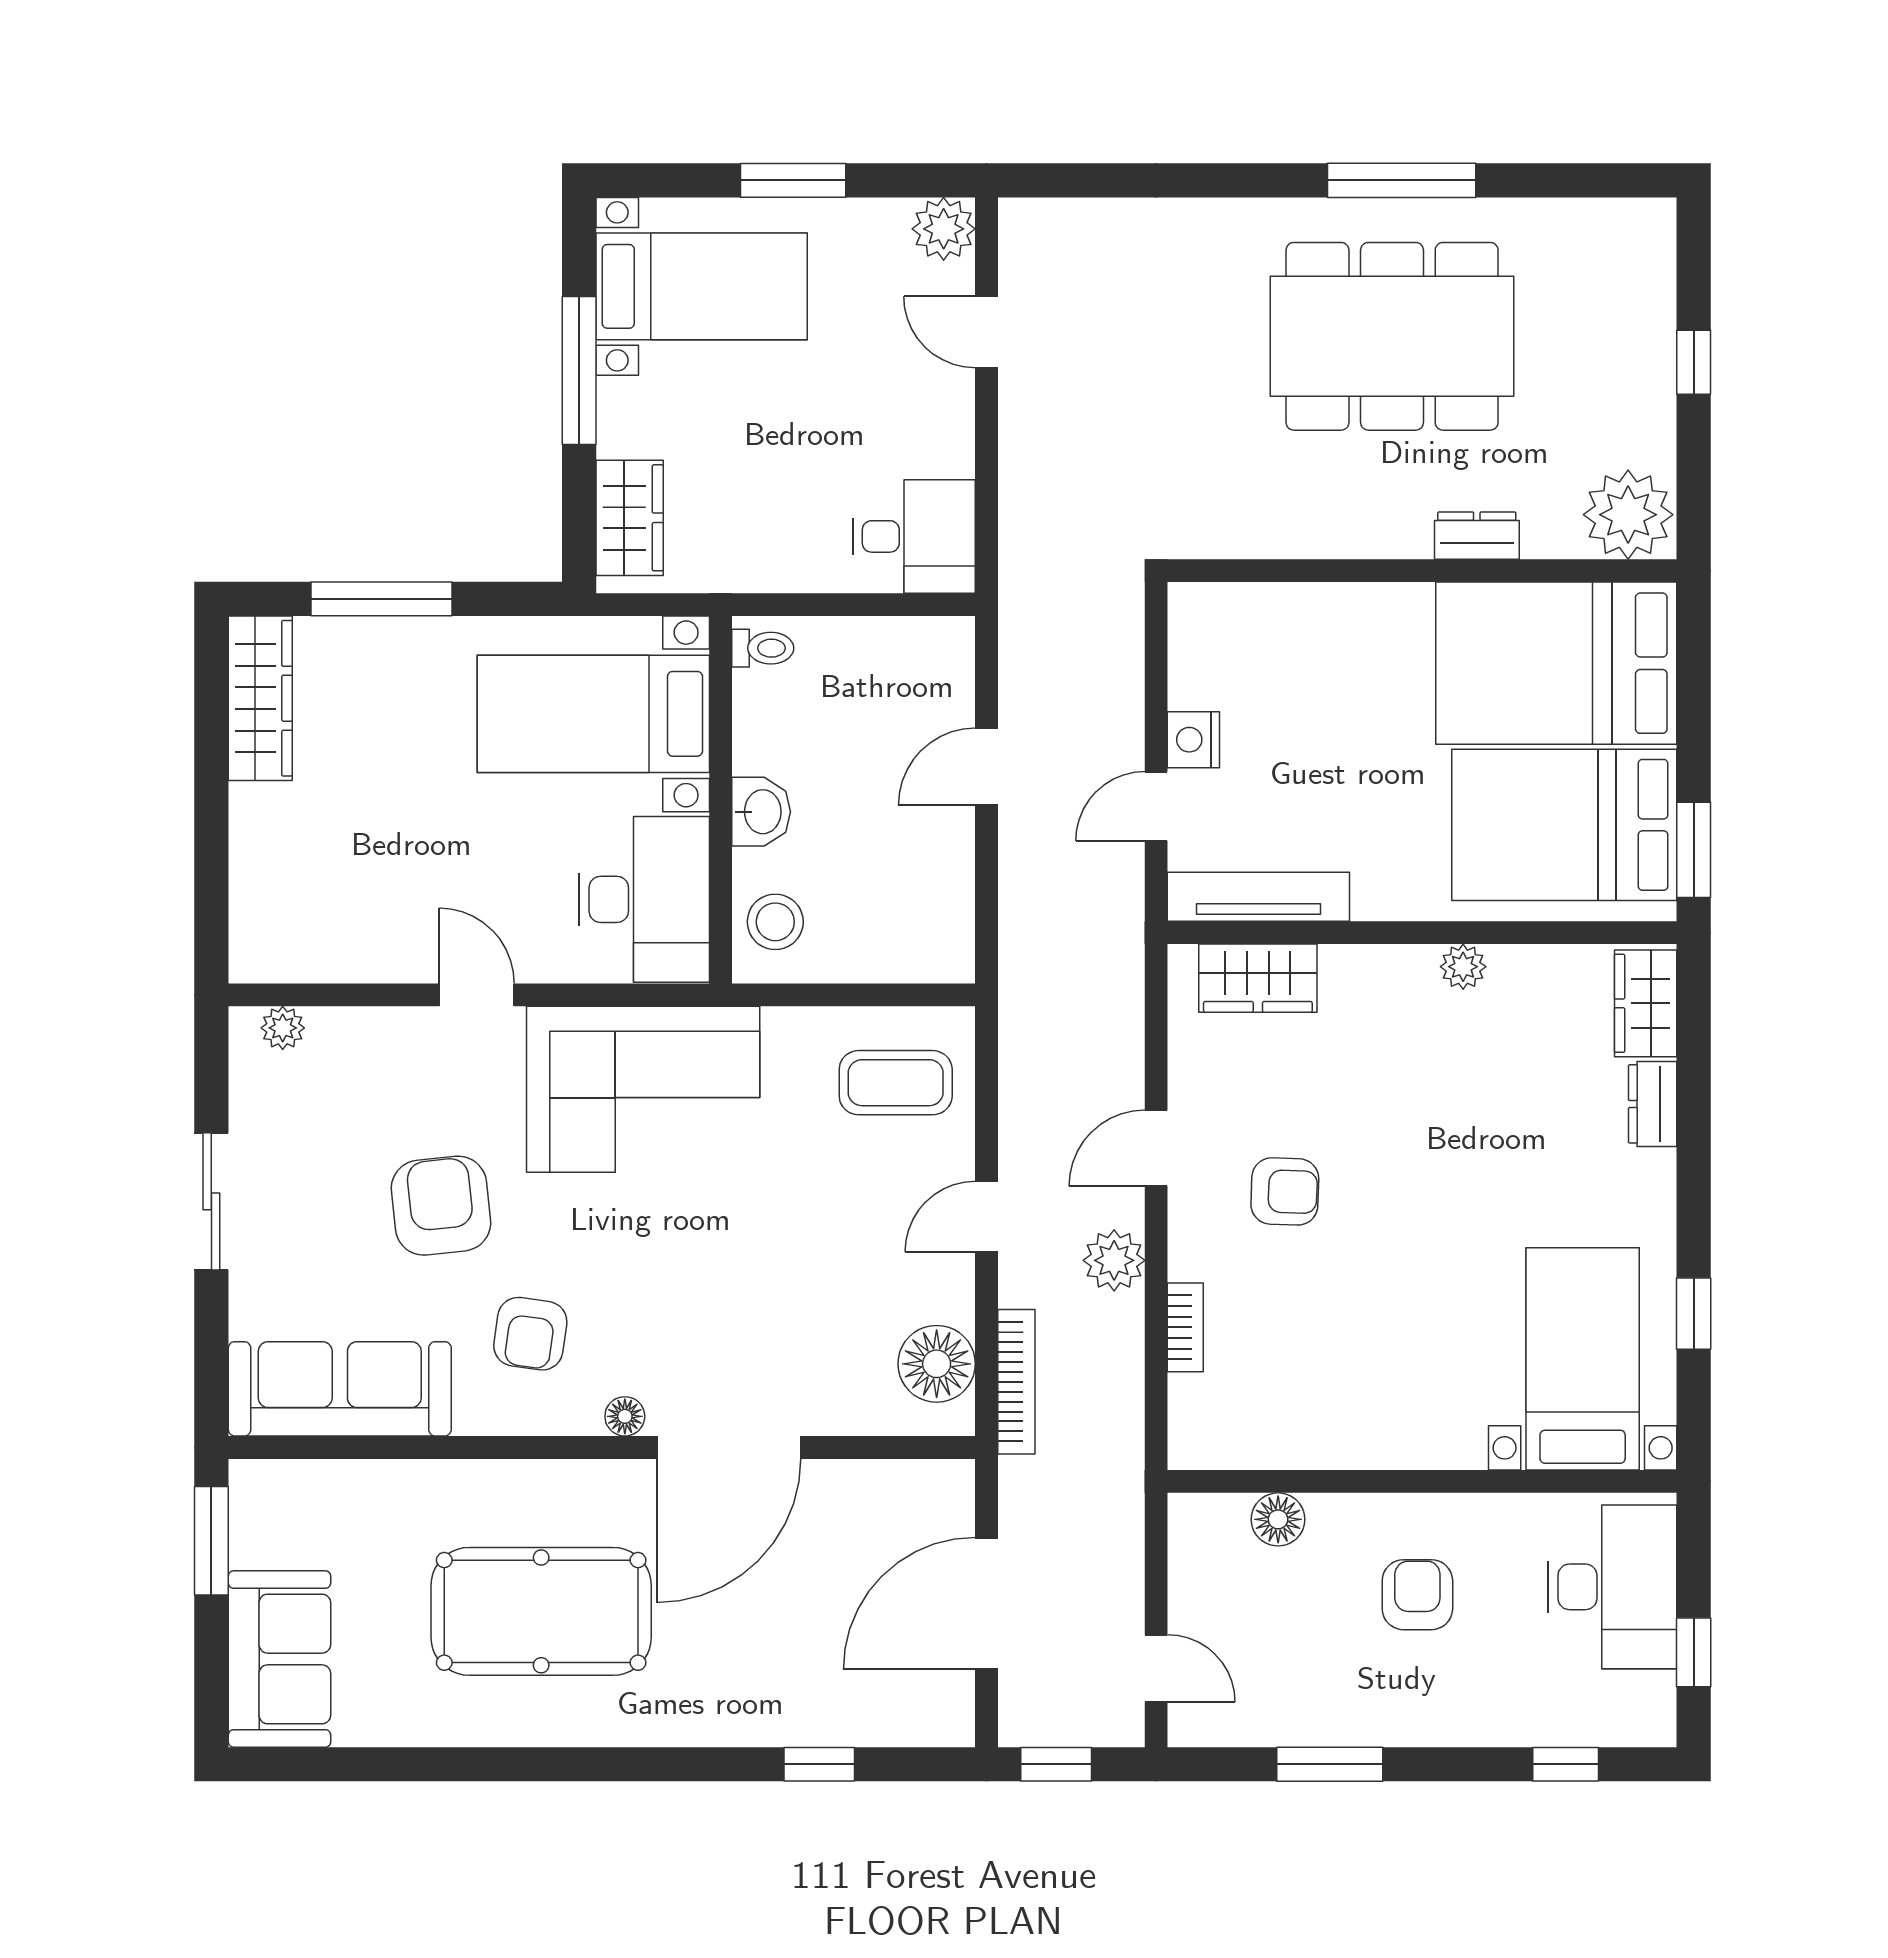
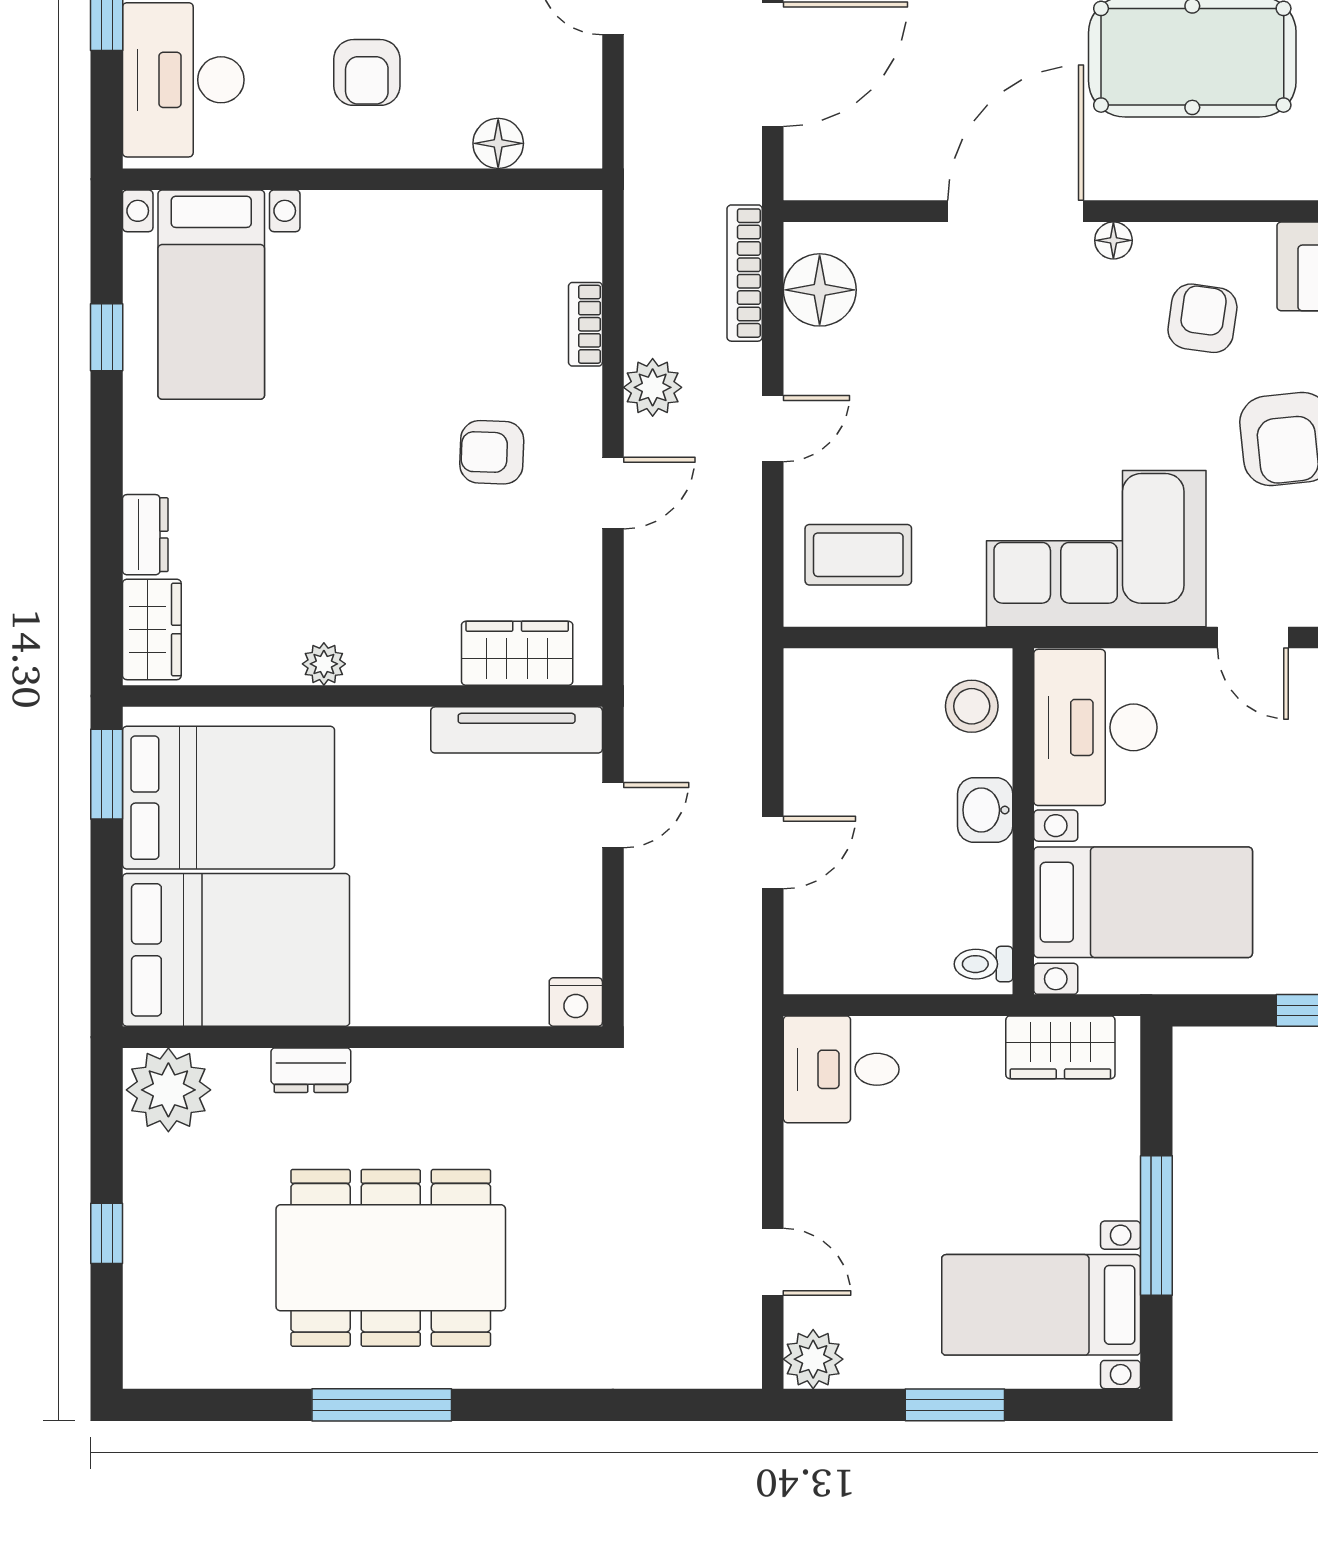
wardrobe: (630, 518) -> (1060, 1047), moved, turned -90
nightstand: (1193, 740) -> (576, 1002), moved, turned 90

